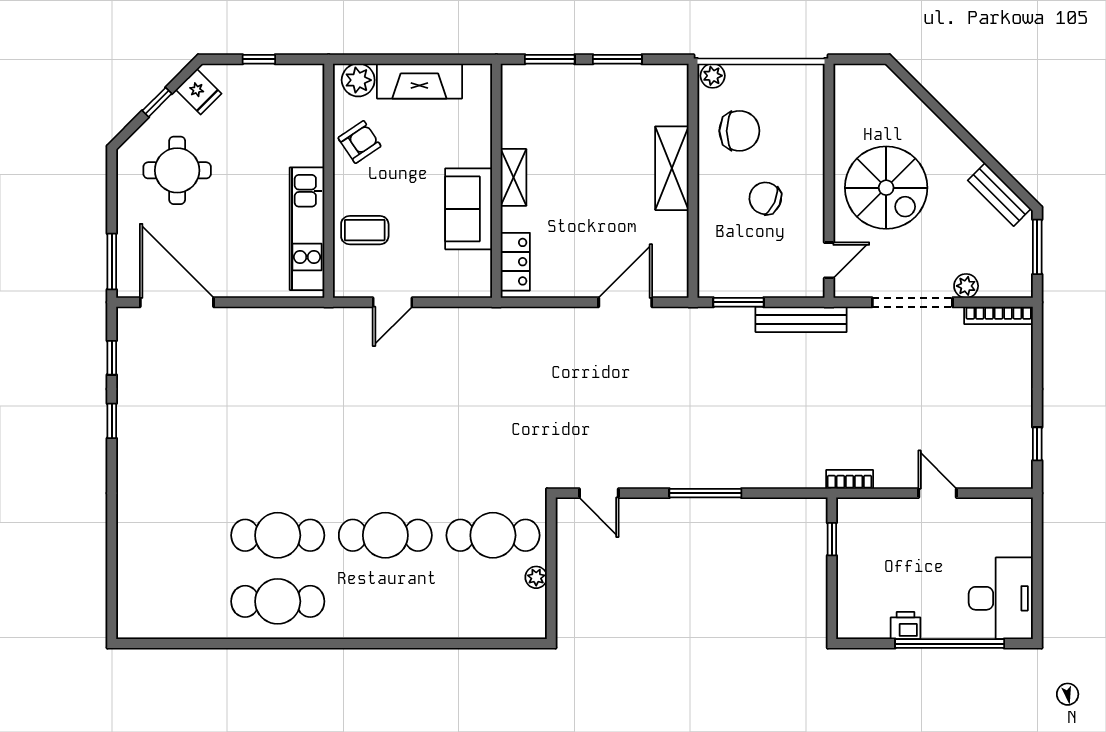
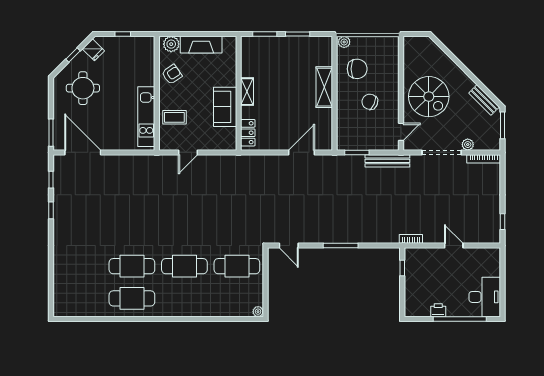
plant: (536, 577) -> (258, 312), moved

